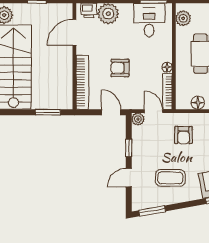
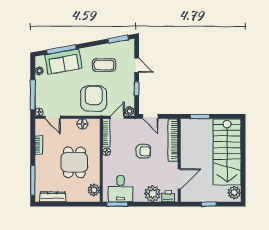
door: (153, 111) -> (117, 117), swing flipped
armchair: (184, 135) -> (94, 99), width x1.88, depth x1.88
door: (129, 178) -> (137, 65), hinge flipped

